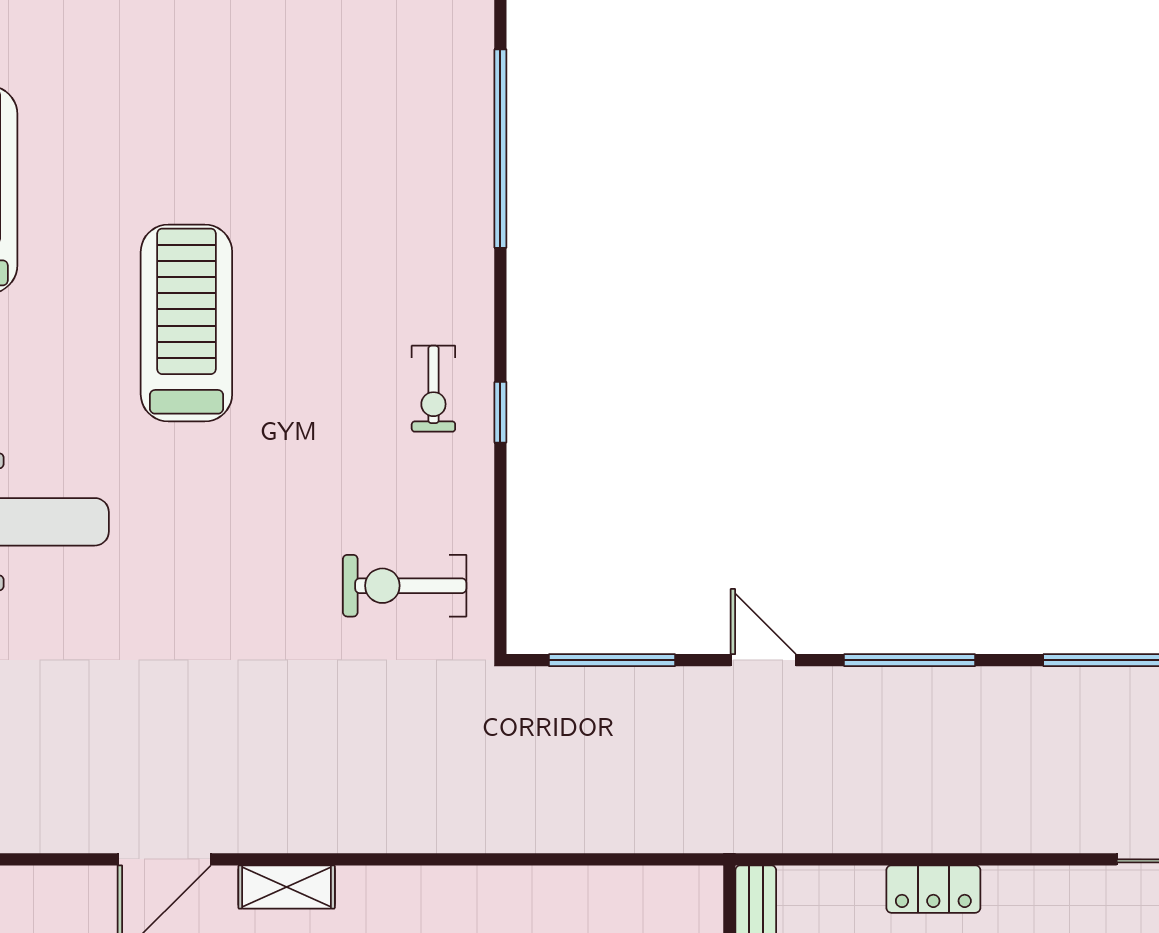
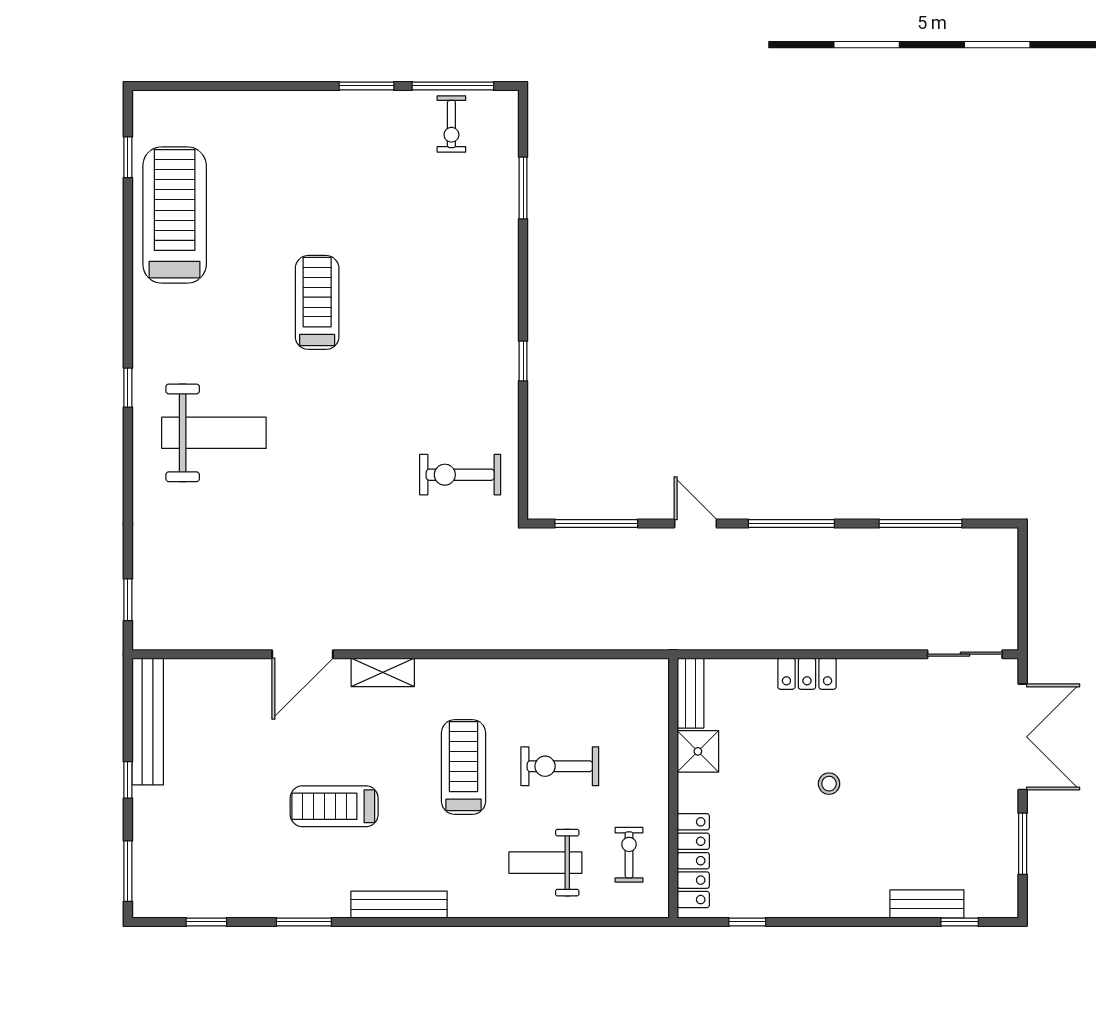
window: (500, 149) -> (523, 188), width x0.47
treadmill: (186, 323) -> (317, 302), width x0.73, depth x0.73
exercise bike: (433, 389) -> (451, 124), moved

